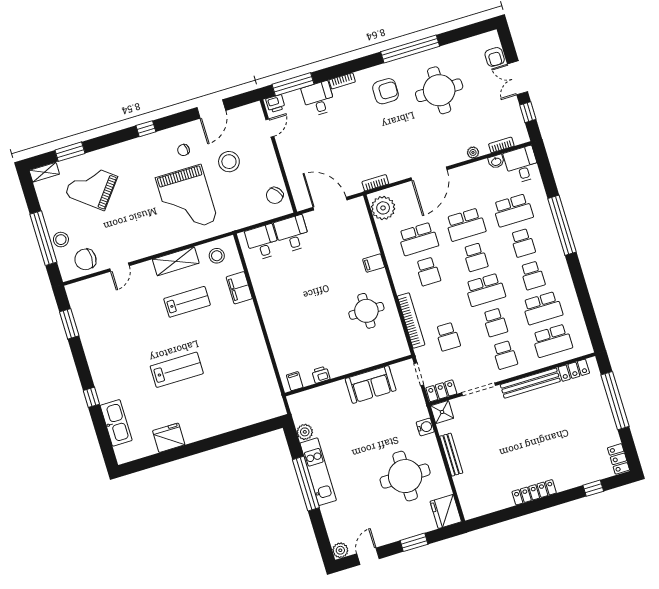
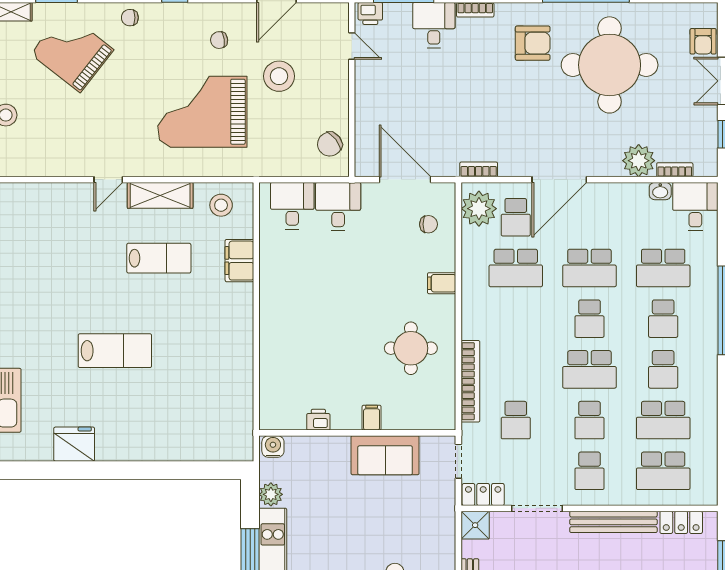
round table: (439, 90) -> (610, 65), width x1.36, depth x1.36
door: (270, 128) -> (352, 46), hinge flipped
plant: (473, 152) -> (639, 161), width x1.88, depth x1.88
grand piano: (187, 199) -> (202, 112), turned 90
chair: (354, 228) -> (428, 224), added
chair: (85, 259) -> (130, 18), moved, width x0.54, depth x0.54
door: (119, 267) -> (108, 180), moved
school desk: (428, 271) -> (516, 217), moved
filing cabinet: (295, 381) -> (372, 418), moved
water cooler: (425, 427) -> (273, 447), moved, turned -90

